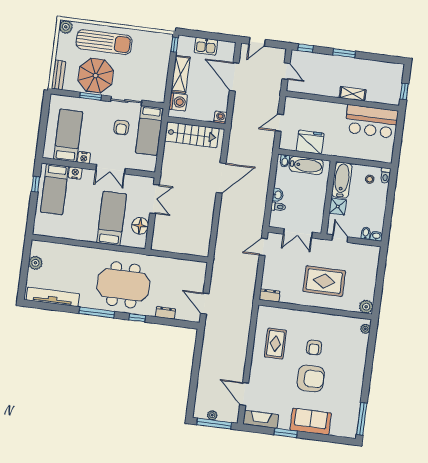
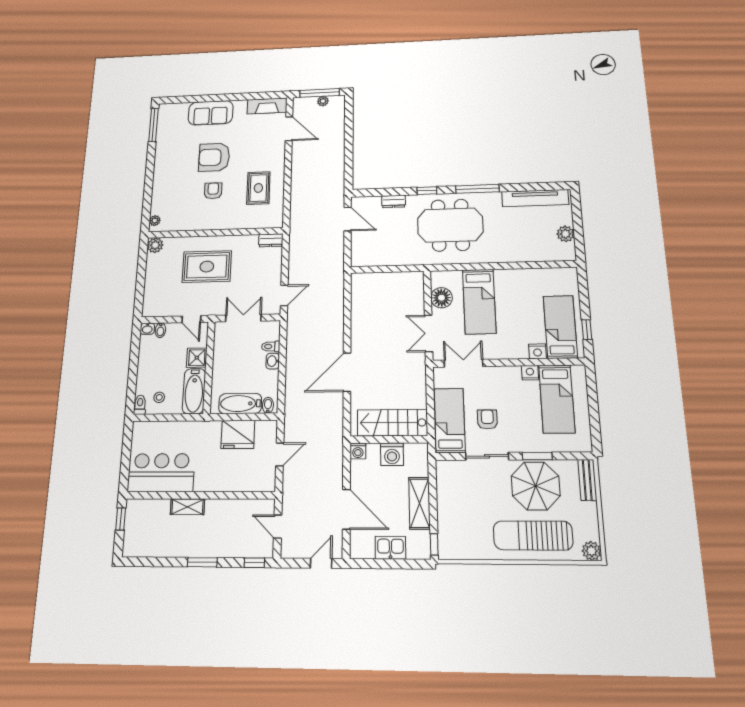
washing machine: (178, 102) -> (392, 454), moved, turned -90
double door: (110, 169) -> (463, 363), moved
window: (286, 433) -> (238, 97), removed

